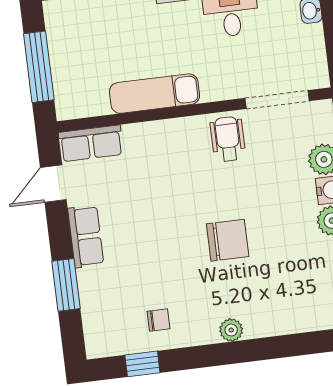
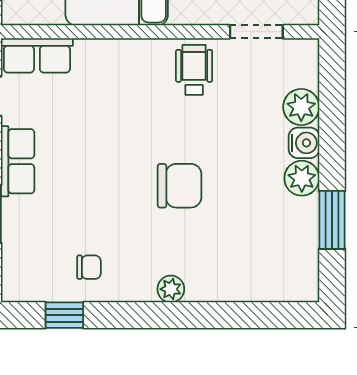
doorway: (277, 100) -> (256, 32), width x0.73

